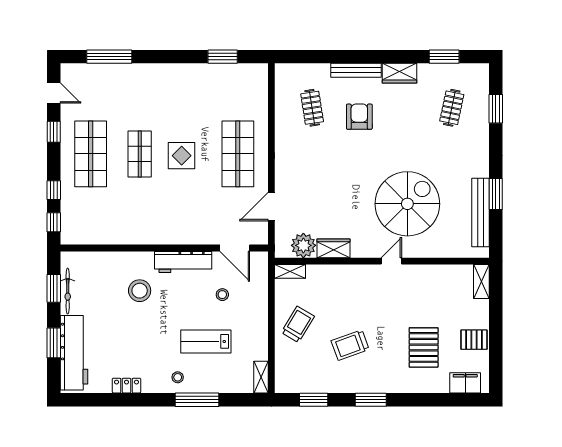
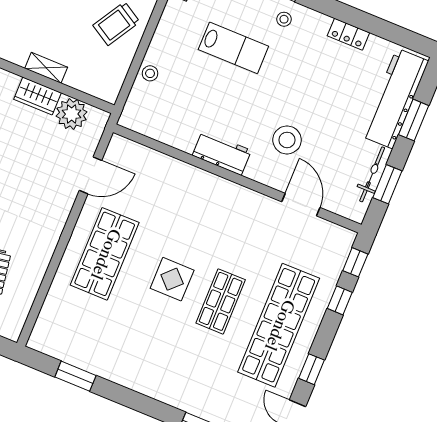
shop shelf: (91, 154) -> (279, 325), width x1.40
door: (235, 248) -> (301, 205), moved
workbench: (183, 262) -> (222, 153), width x0.73
shelving: (290, 271) -> (46, 68), moved
stool: (222, 295) -> (150, 73), moved

